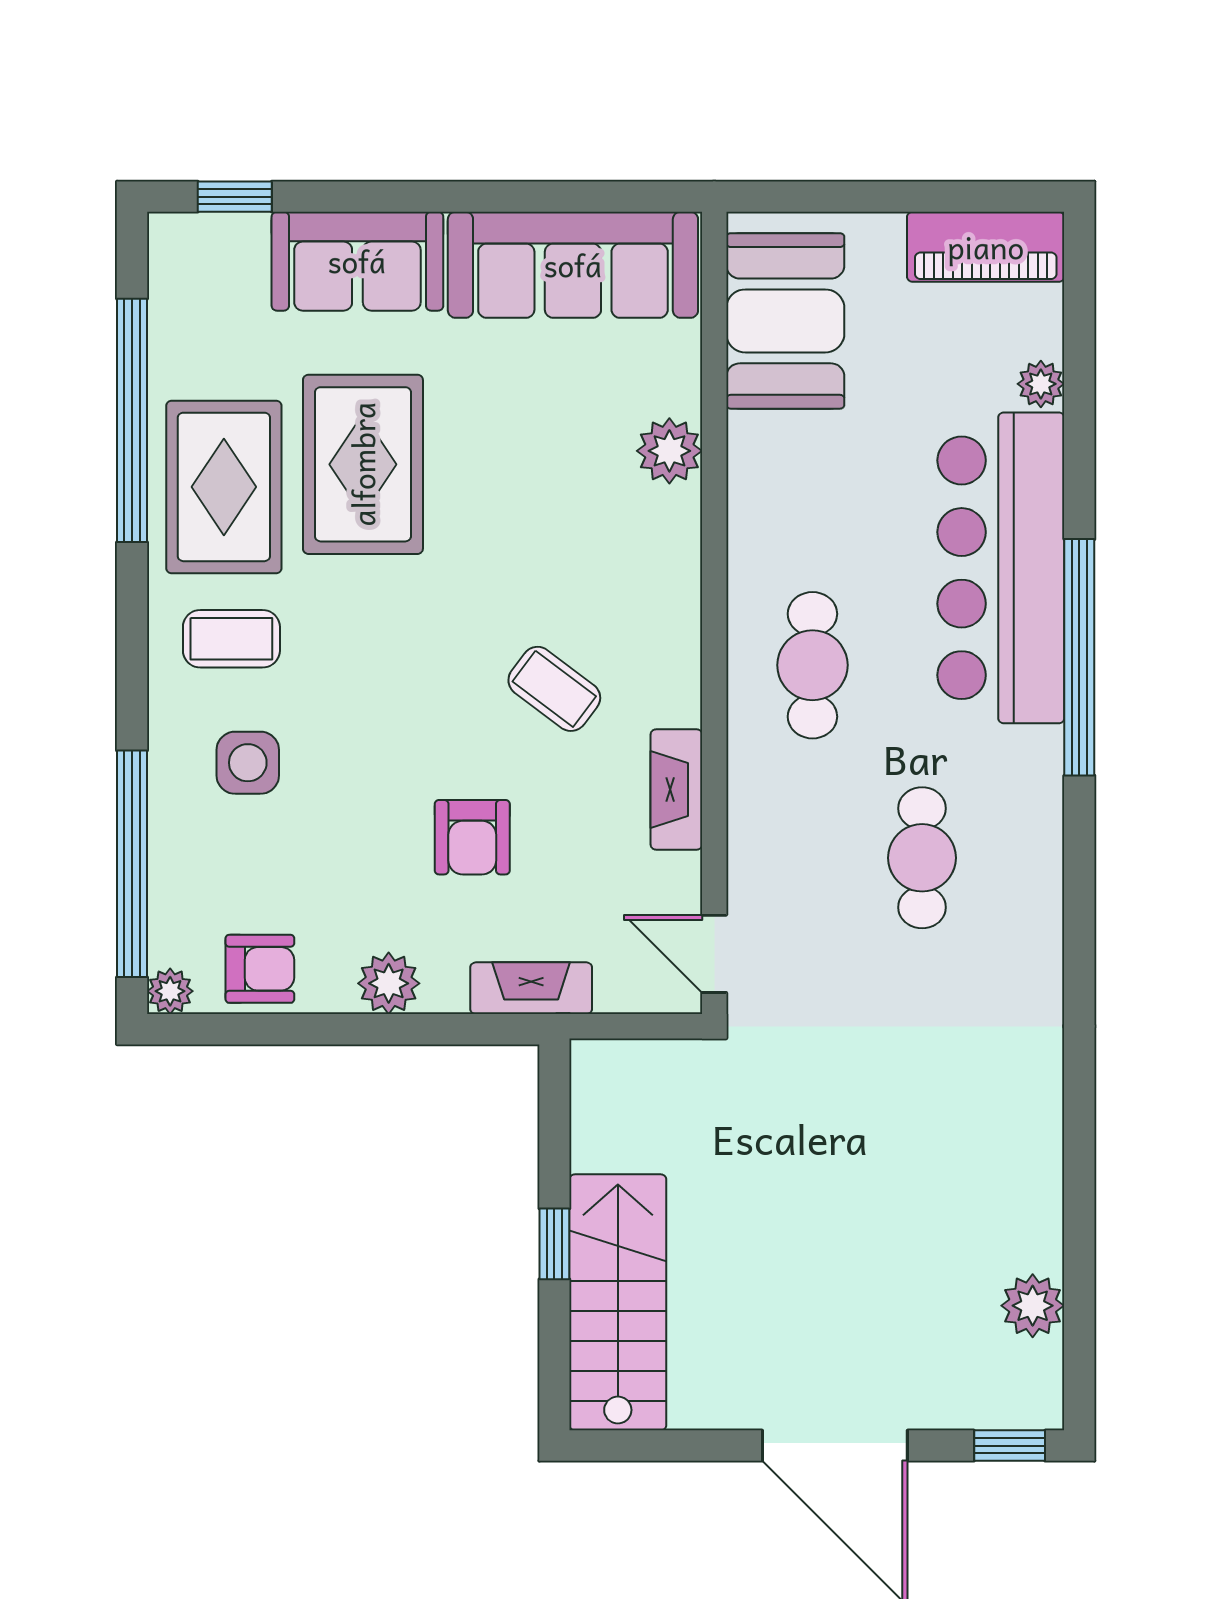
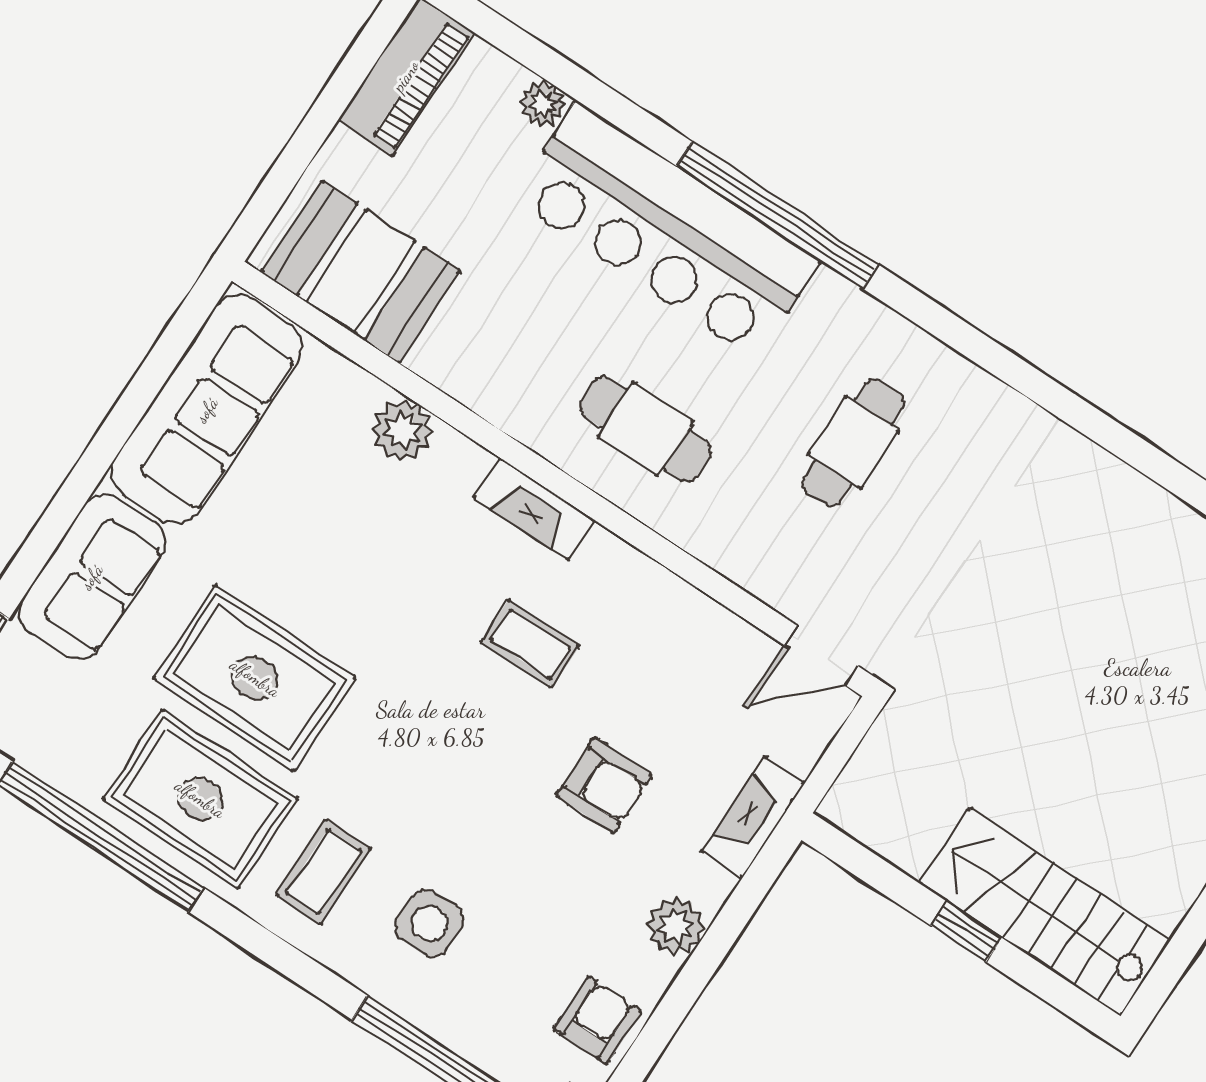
coffee table: (554, 689) -> (530, 644), turned 53
fireplace: (676, 790) -> (534, 509), moved
cafe table: (922, 858) -> (853, 443), turned 90

